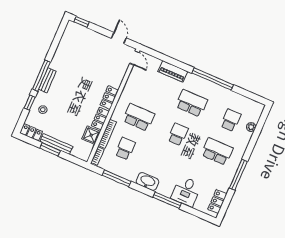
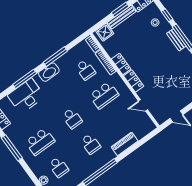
door: (134, 58) -> (143, 105), moved
school desk: (191, 103) -> (91, 144), width x0.54
shower: (91, 135) -> (105, 32), moved
window: (117, 178) -> (55, 57), moved
desk: (186, 191) -> (26, 96), width x1.37

